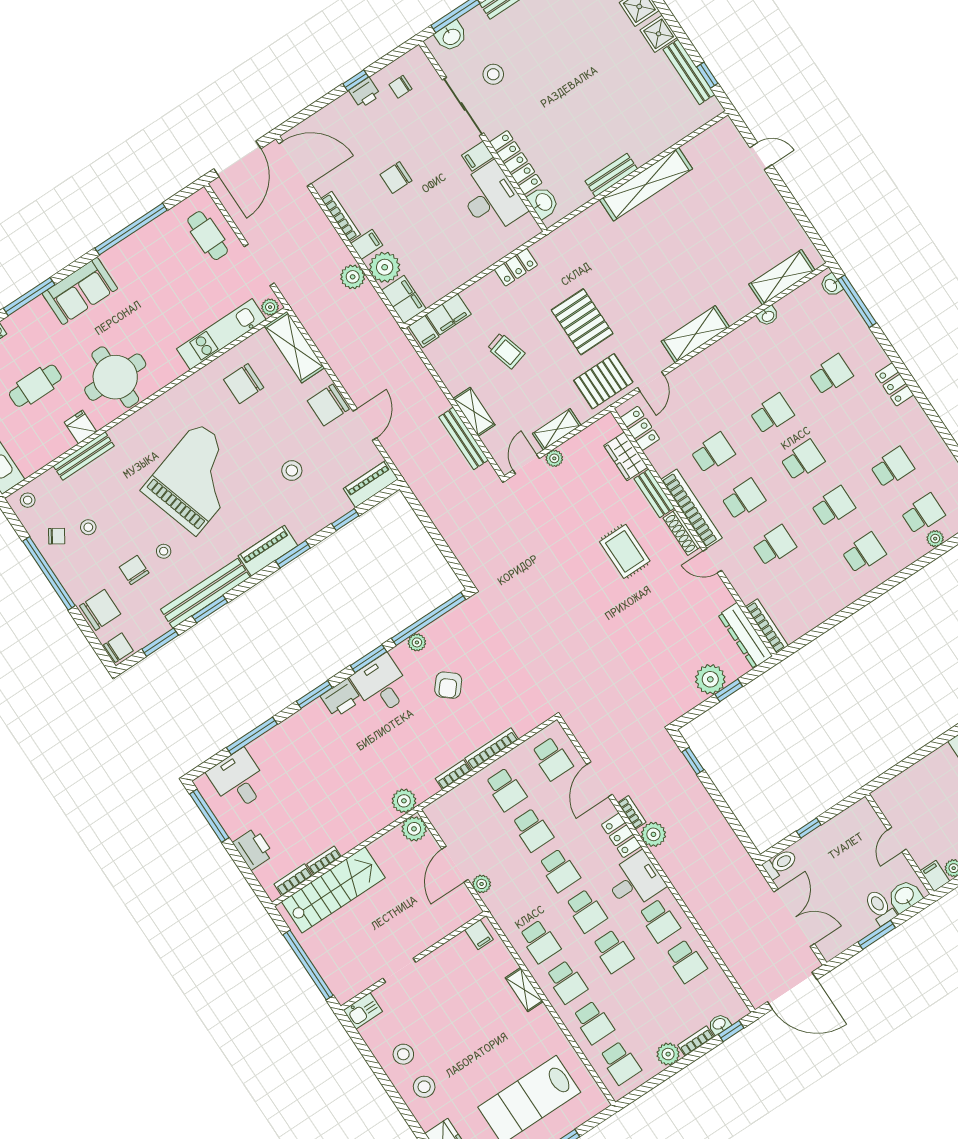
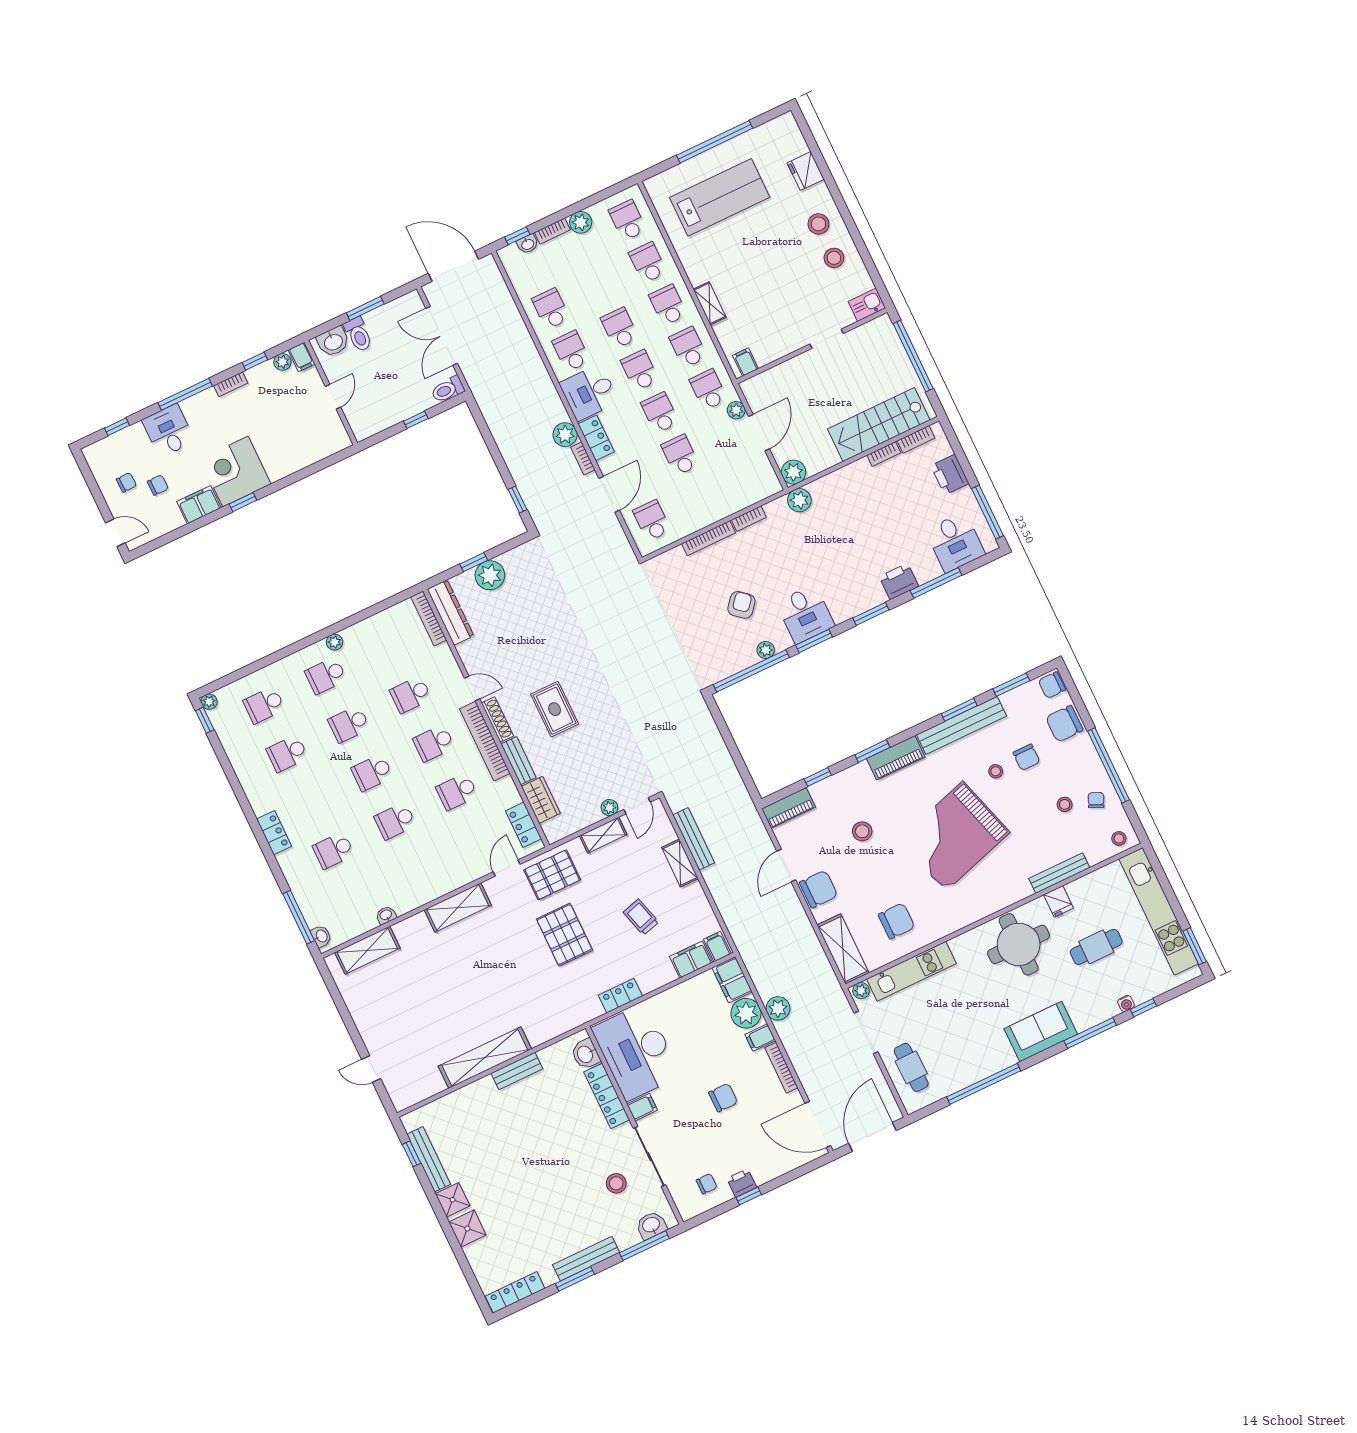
desk: (492, 198) -> (636, 1052), width x1.36, depth x1.30
chair: (57, 536) -> (1096, 800), turned 82
plant: (935, 539) -> (334, 642), moved
printer: (341, 698) -> (899, 581), moved
school desk: (506, 789) -> (708, 390), moved

